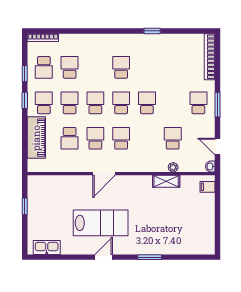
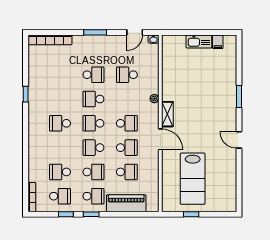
school desk: (44, 103) -> (93, 196), turned 180
school desk: (70, 103) -> (93, 172), turned 180
school desk: (198, 103) -> (93, 75), moved, turned 180
school desk: (95, 138) -> (127, 148), turned 180
school desk: (121, 138) -> (127, 123), turned 180
plant: (173, 167) -> (154, 99), moved
shelving: (166, 181) -> (167, 114), moved
filing cabinet: (208, 187) -> (218, 42), moved
lab bench: (101, 223) -> (193, 179), moved, turned 180
kitchen sink: (47, 248) -> (199, 42), moved, turned -90

